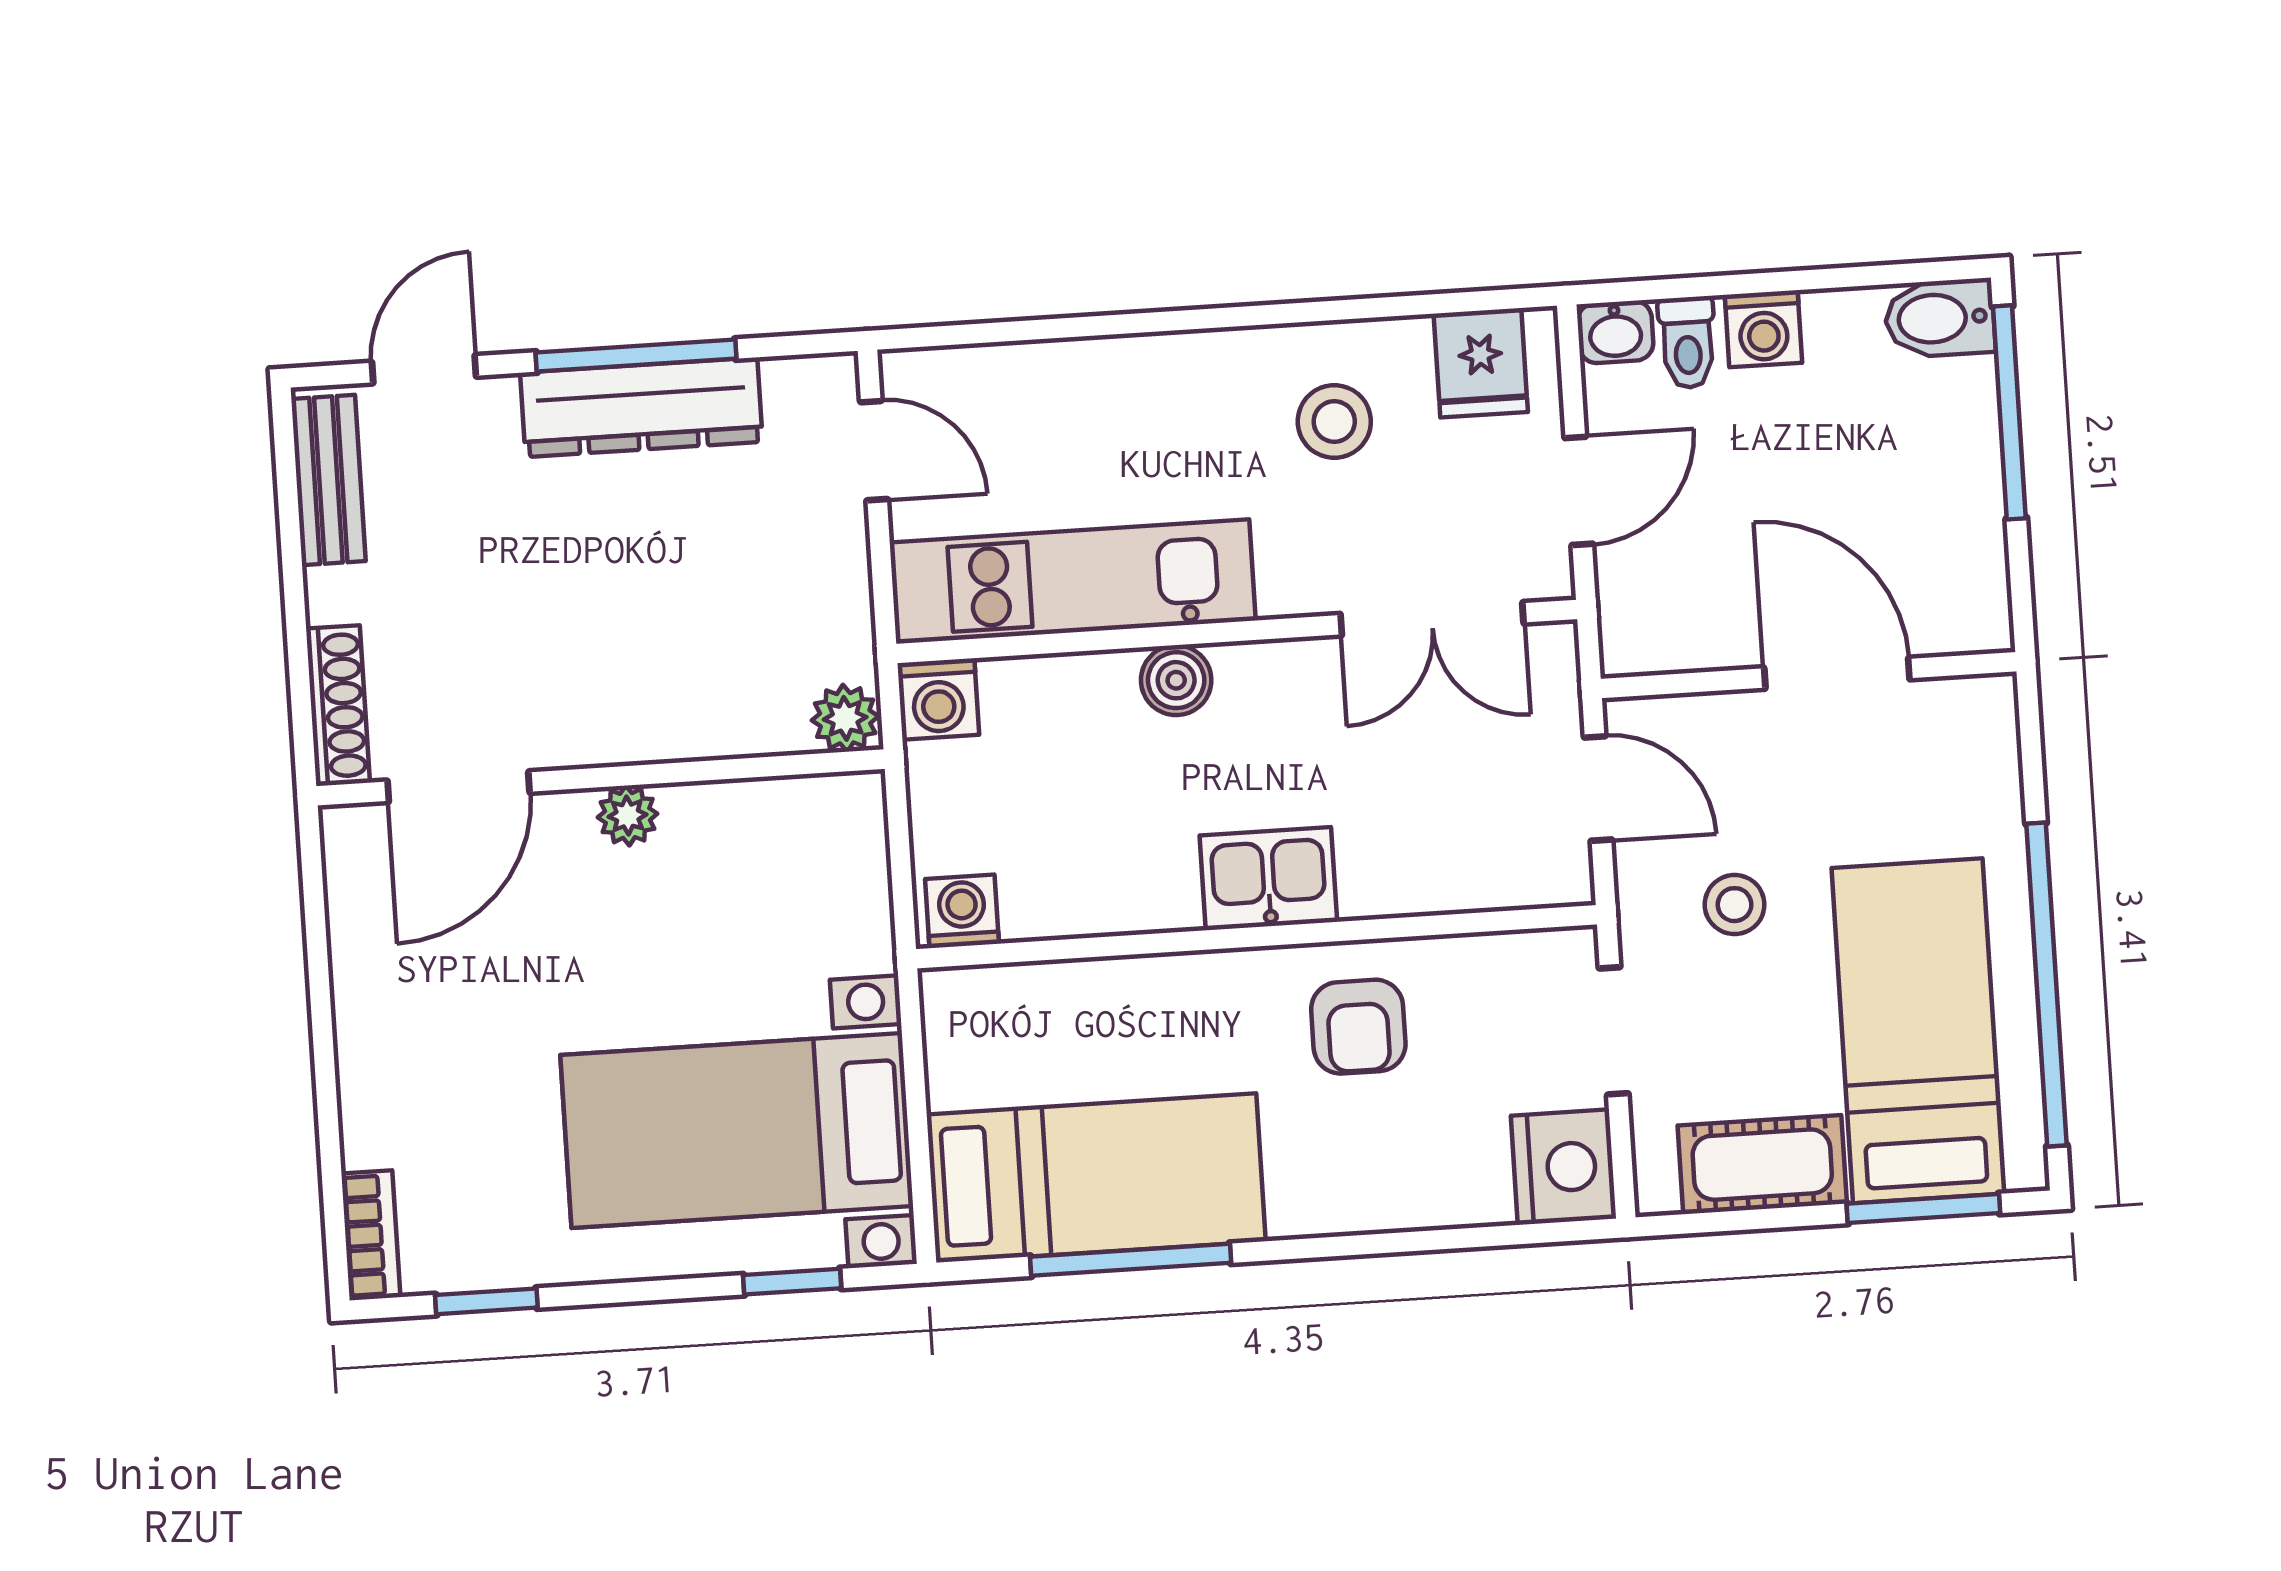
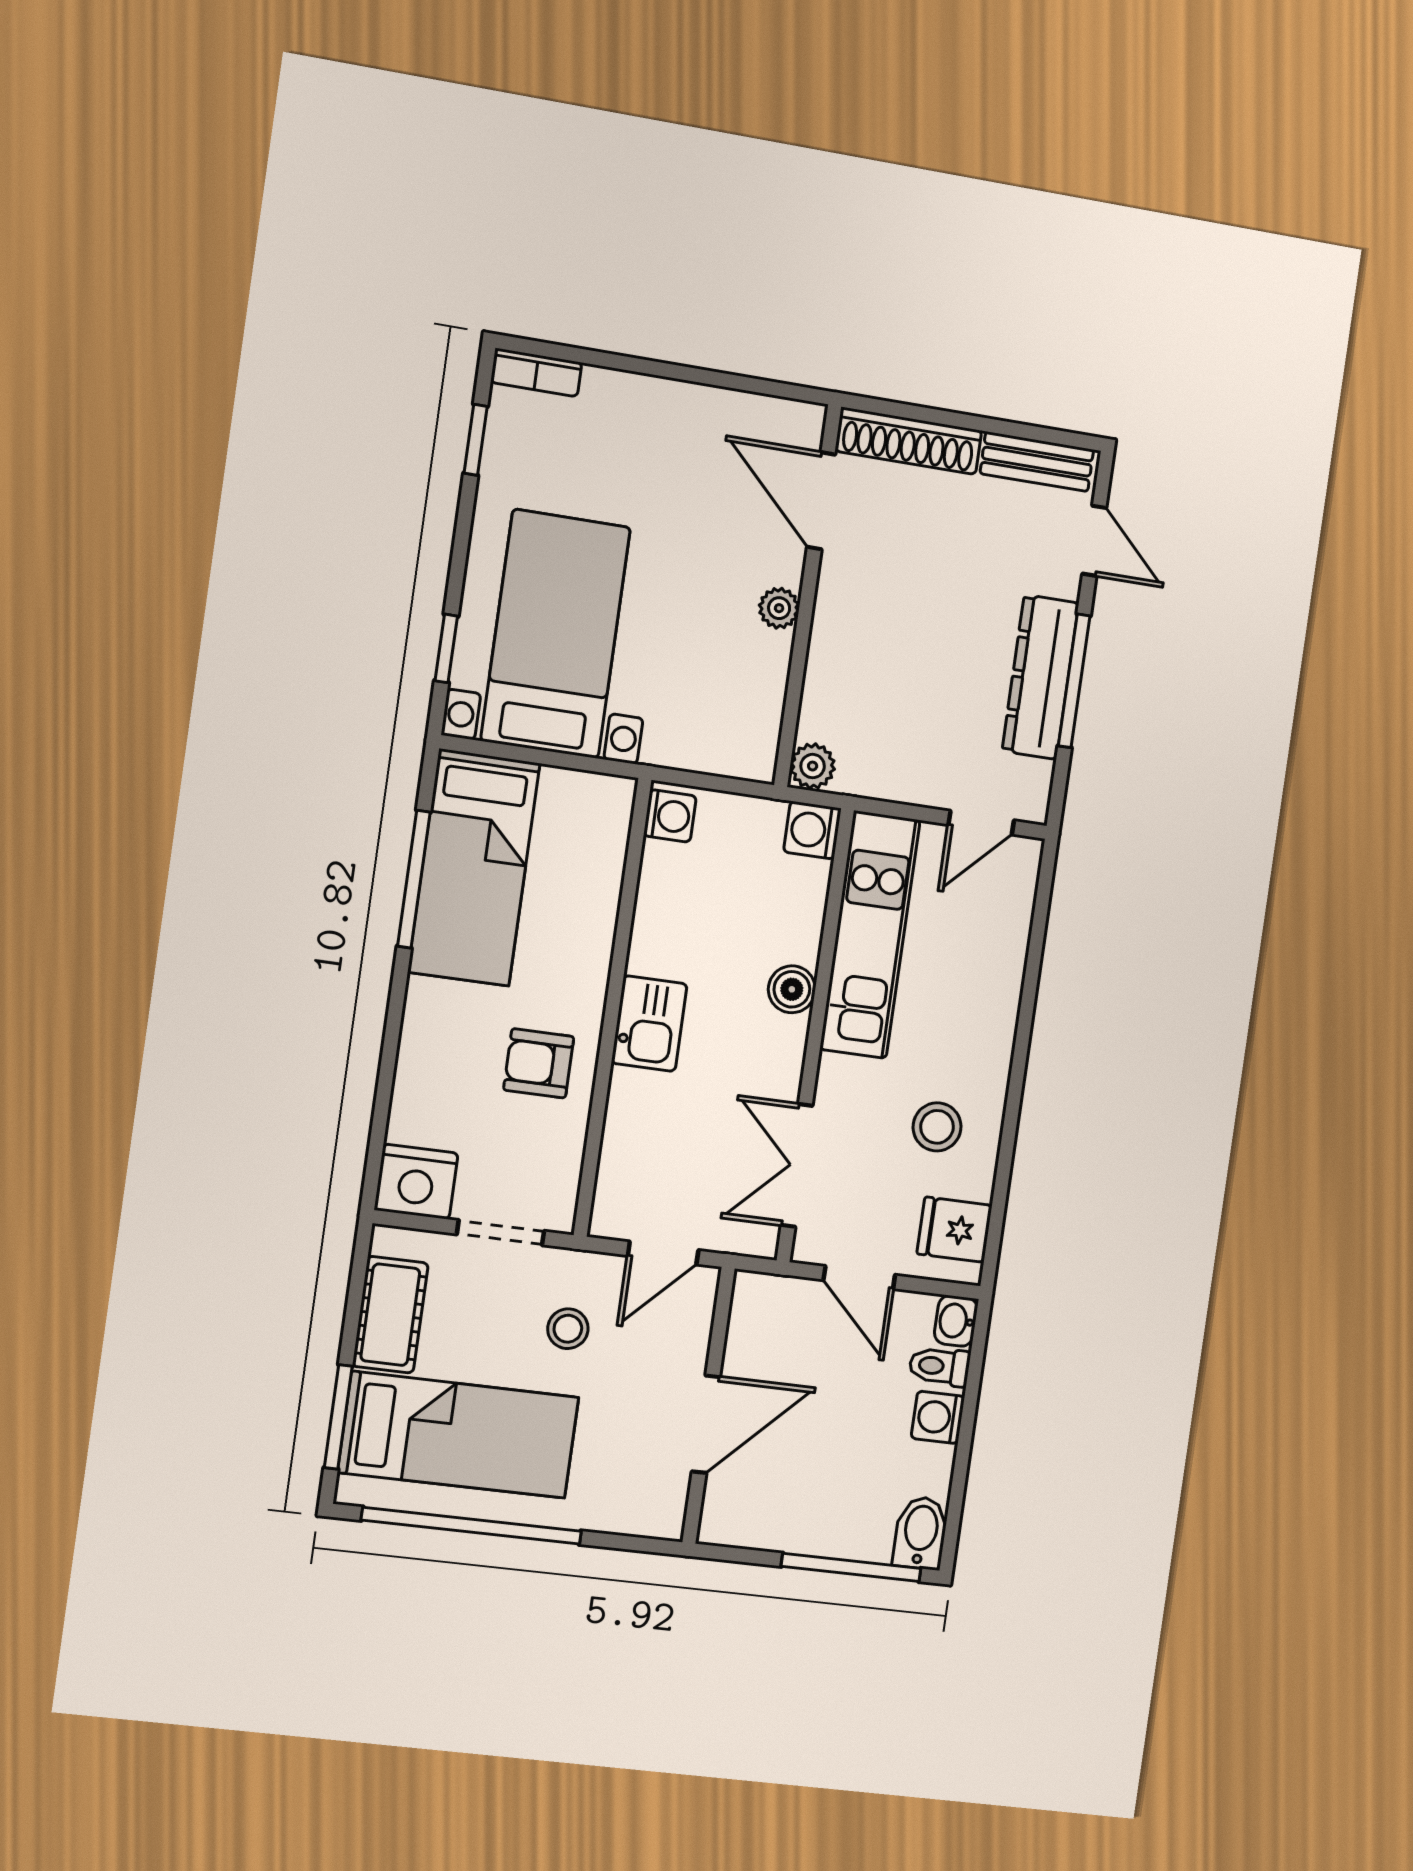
shoe rack: (338, 706) -> (909, 441), width x1.36, depth x1.24

